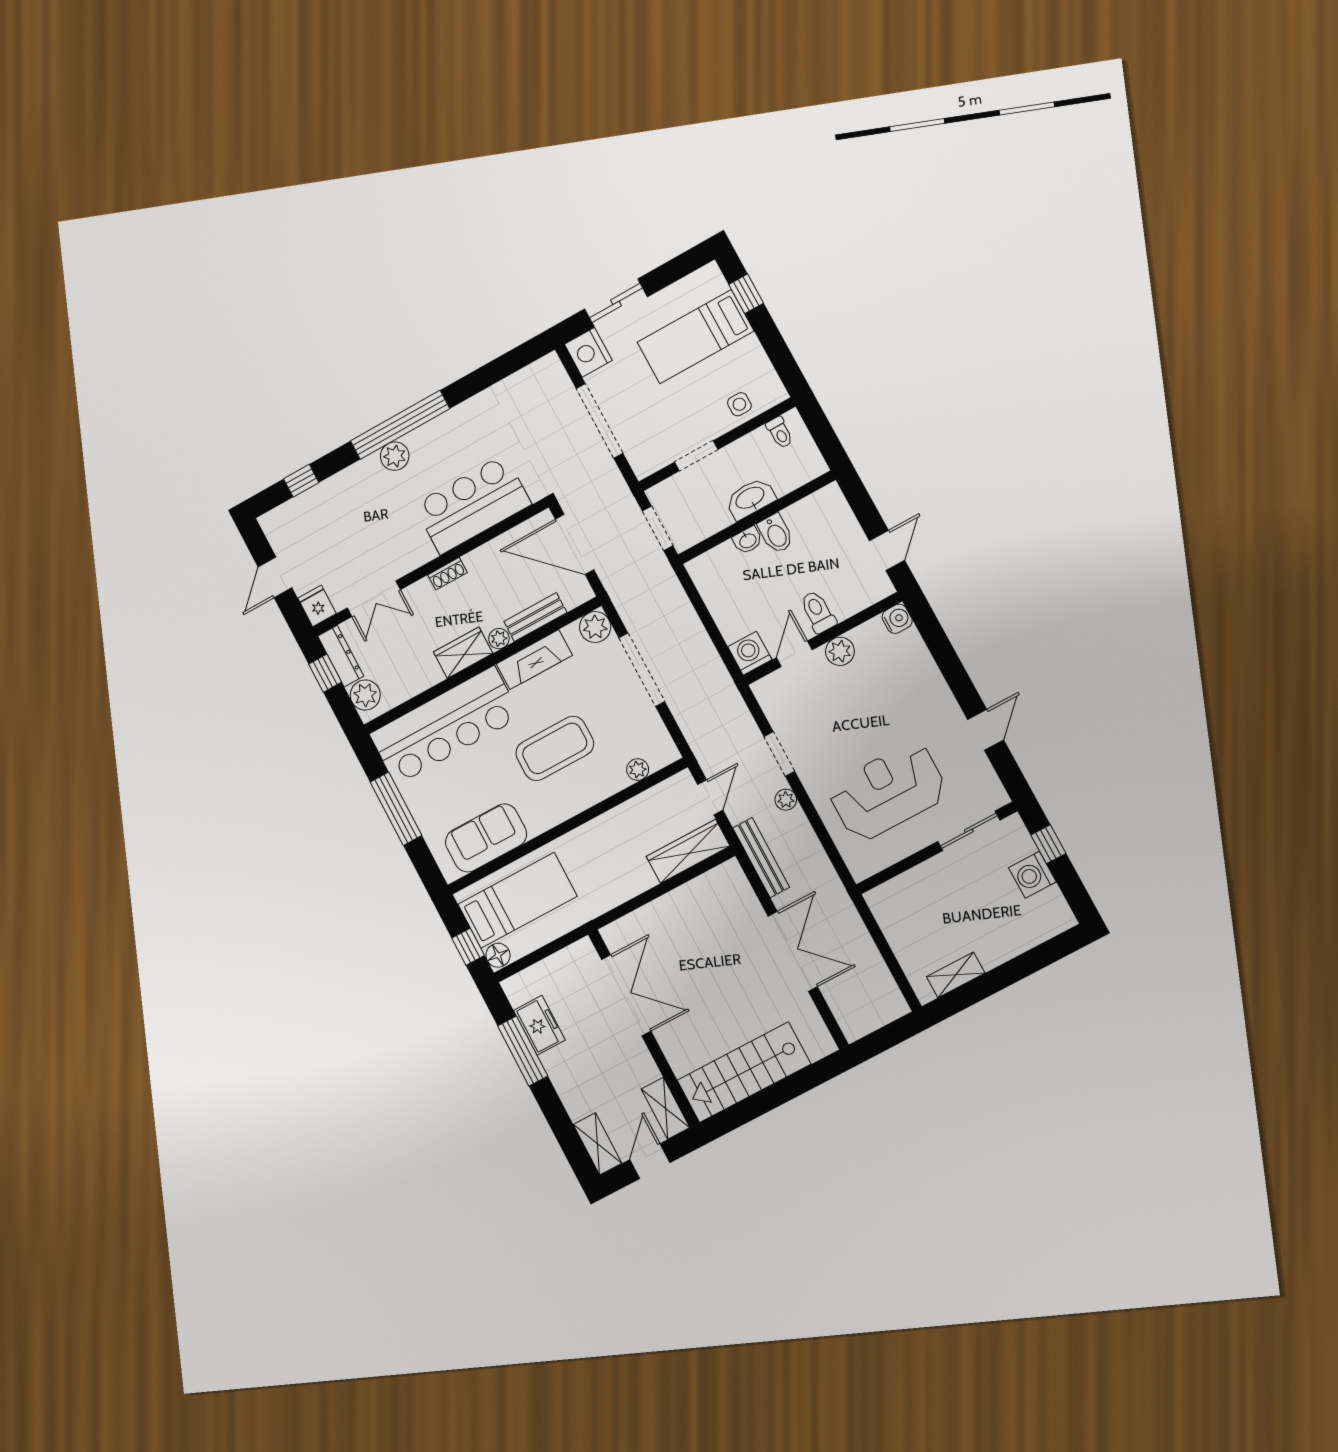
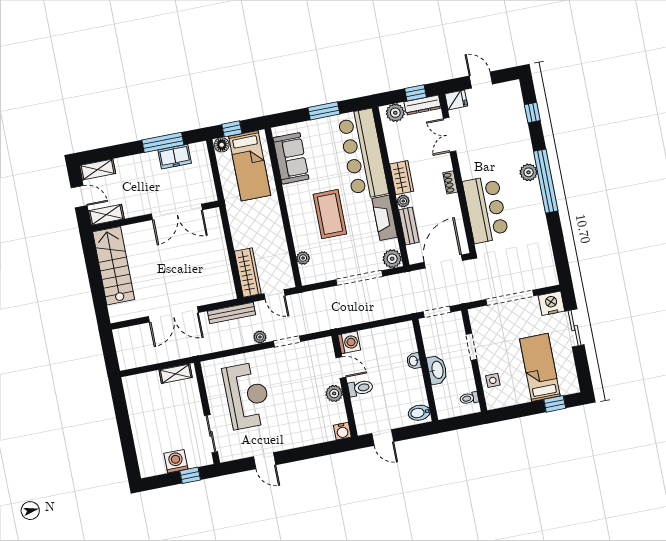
bidet: (776, 534) -> (419, 413), moved
window: (396, 809) -> (324, 111), width x0.69
shelving: (956, 975) -> (176, 374), moved, turned 90

